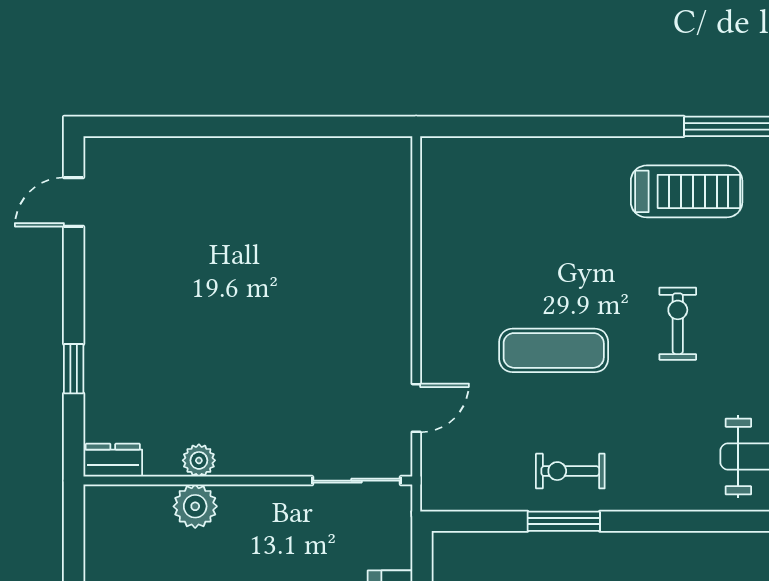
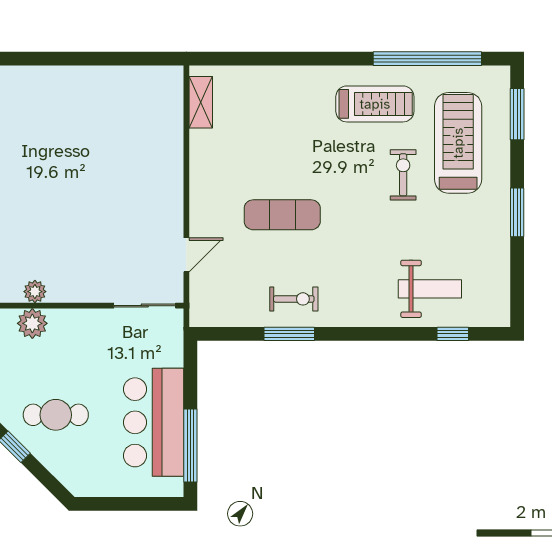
shelving: (437, 189) -> (201, 102), added
exercise bike: (678, 324) -> (403, 175), moved
exercise bike: (570, 471) -> (294, 299), turned 180

